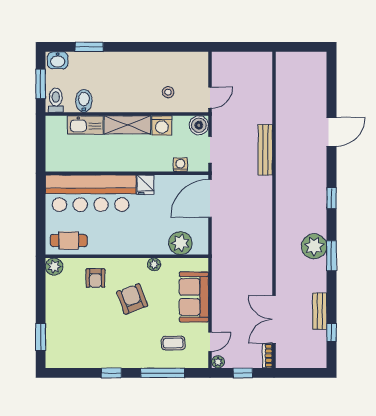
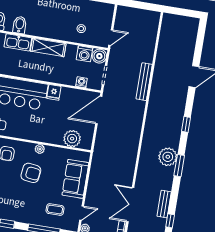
washing machine: (162, 126) -> (84, 54), moved
plant: (154, 264) -> (40, 149), moved
armchair: (132, 299) -> (31, 173), turned 118

